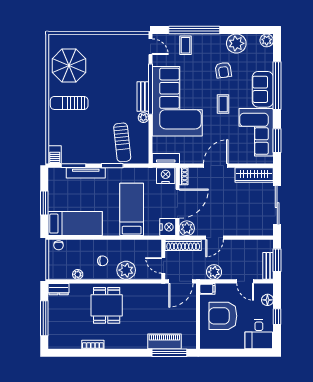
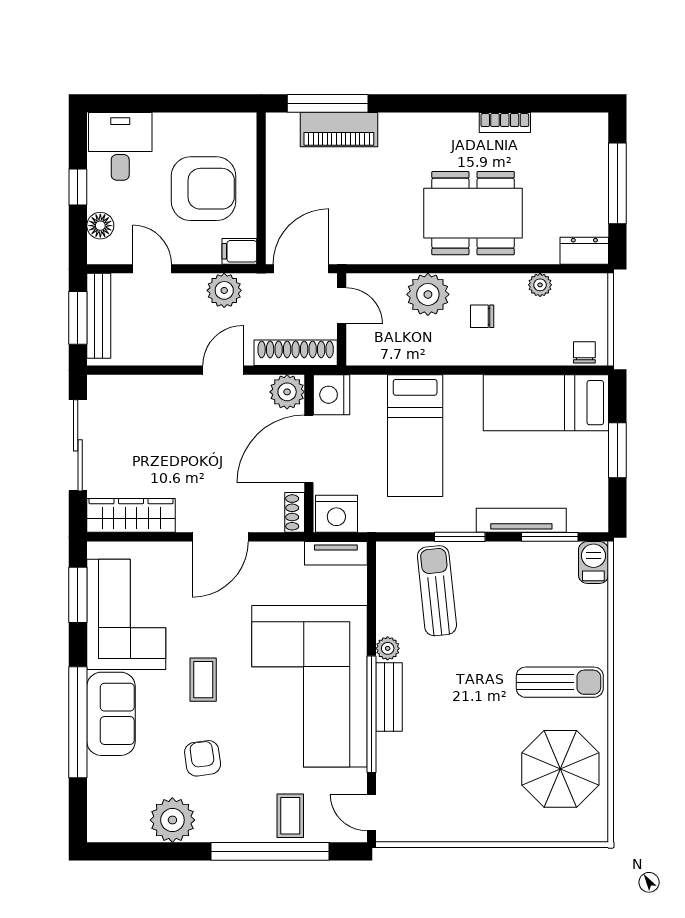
plant: (267, 40) -> (102, 827), removed
bench: (268, 266) -> (99, 316), width x1.36
dining table: (107, 305) -> (473, 213), width x1.37

